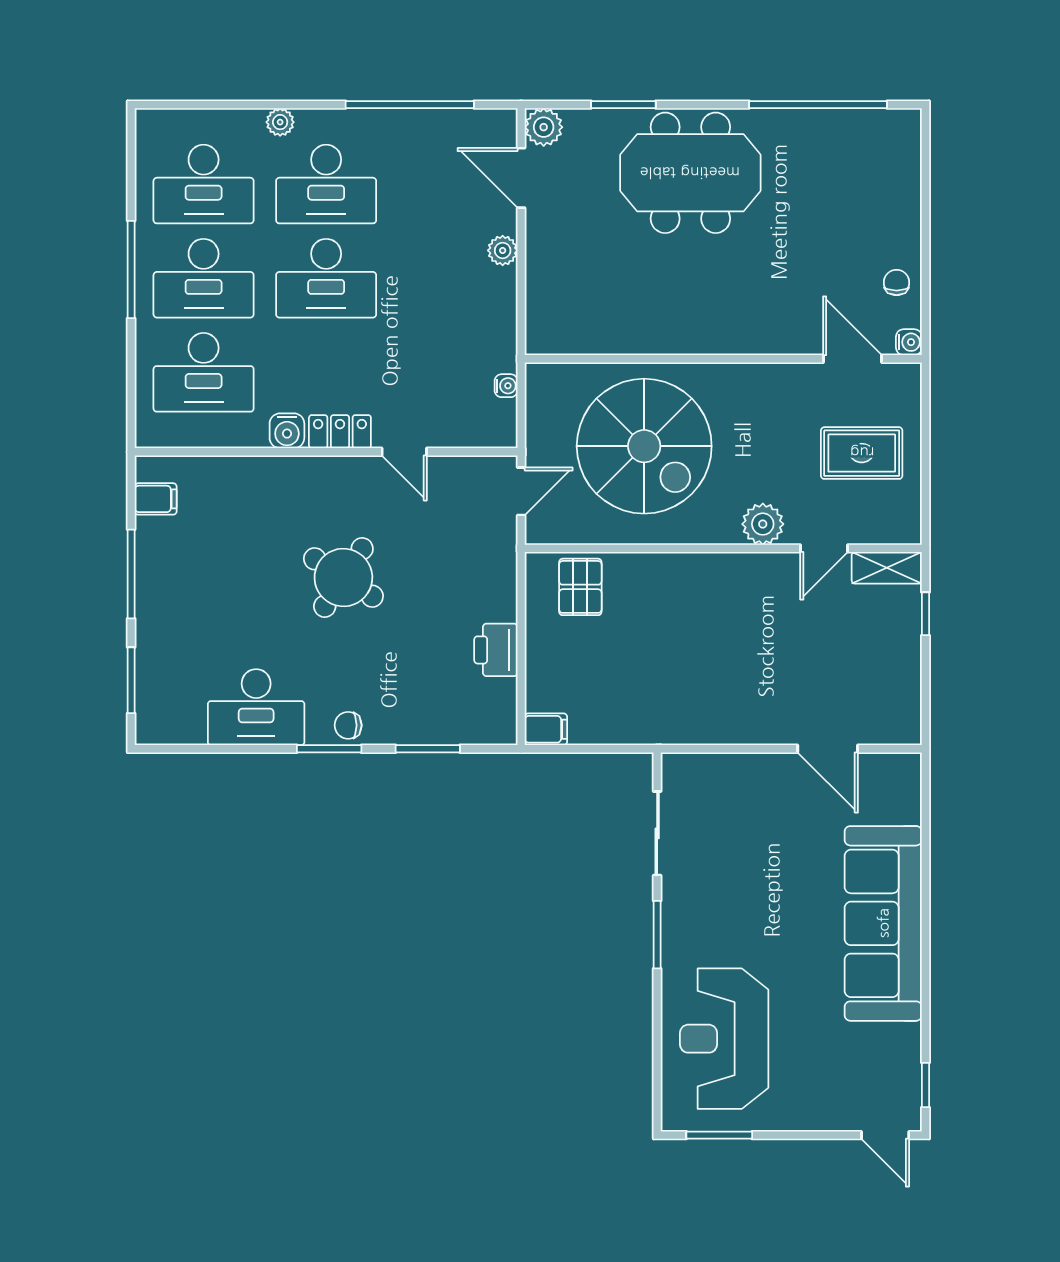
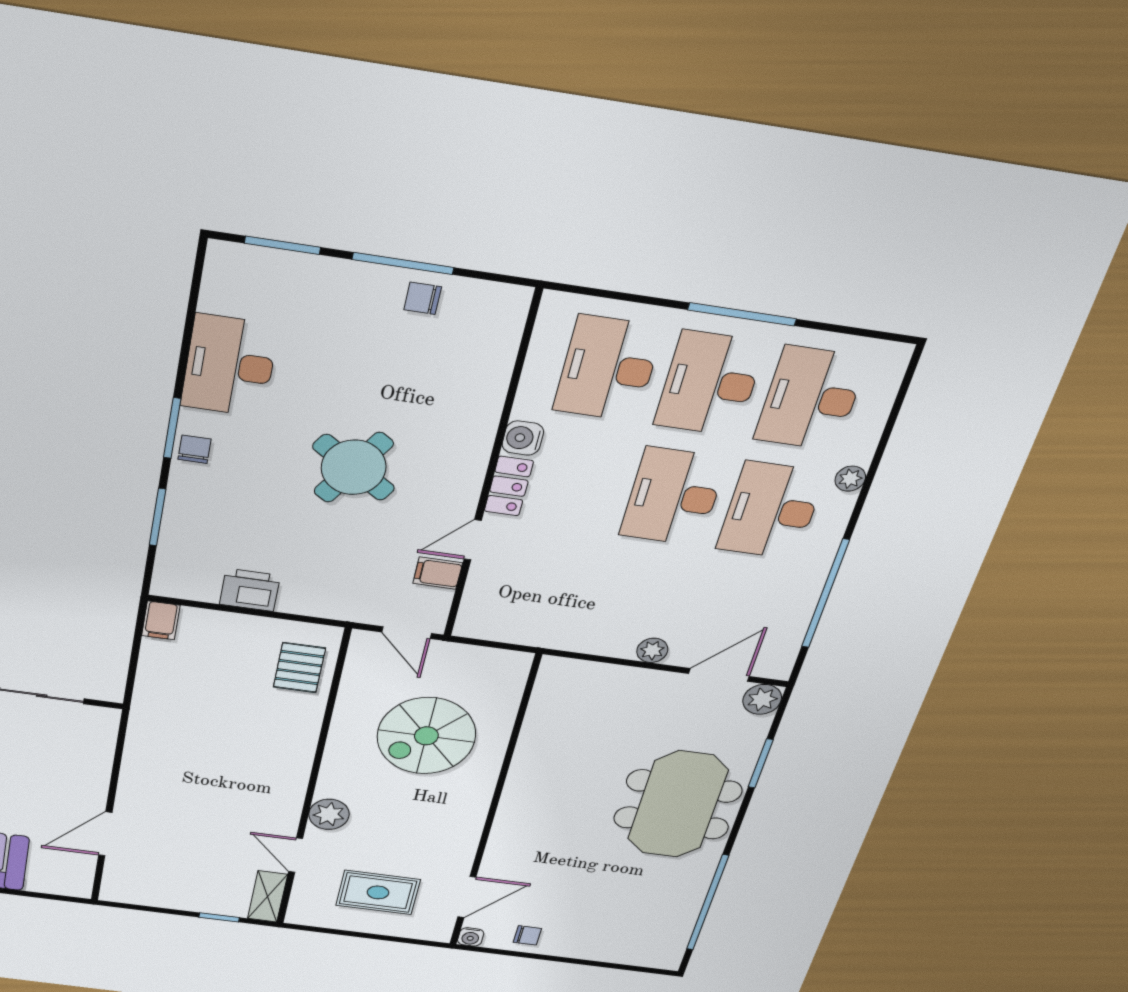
water cooler: (506, 386) -> (516, 635), removed
spiral stairs: (644, 446) -> (426, 736), width x0.73, depth x0.73
rug: (862, 453) -> (378, 892), turned 90
filing cabinet: (156, 499) -> (438, 573), moved, turned 90
chair: (162, 550) -> (423, 298), added
pallet: (580, 587) -> (299, 668), turned 90

